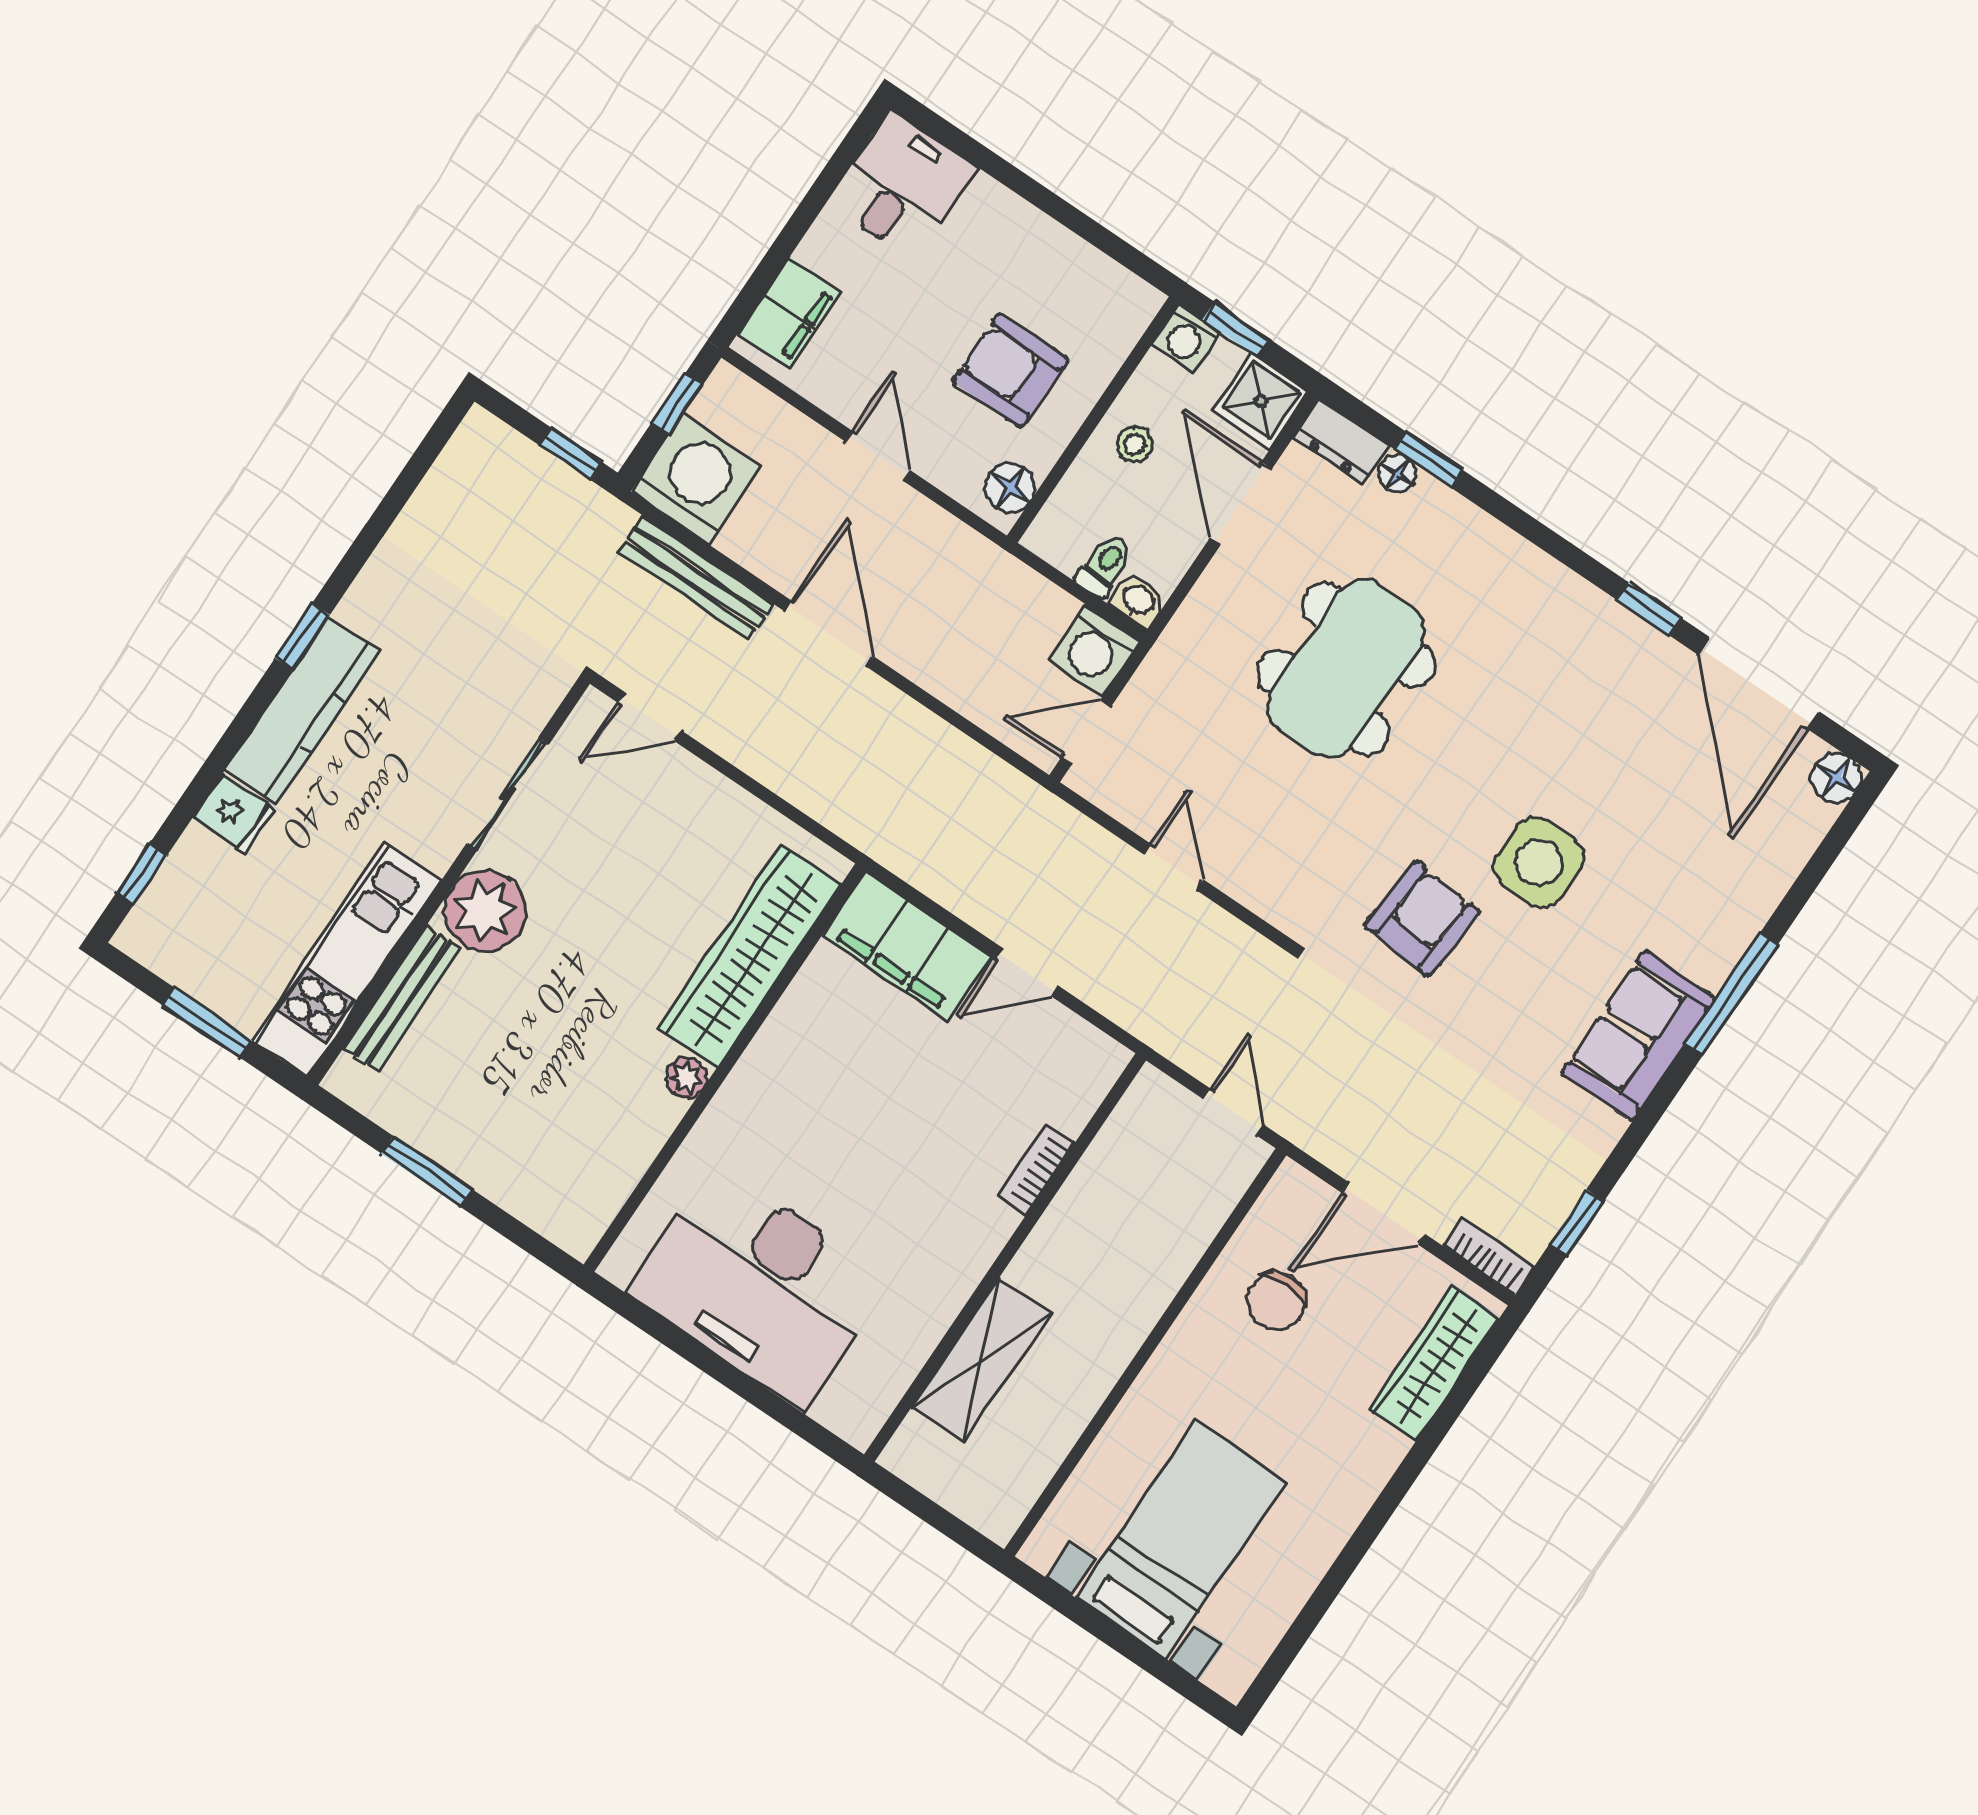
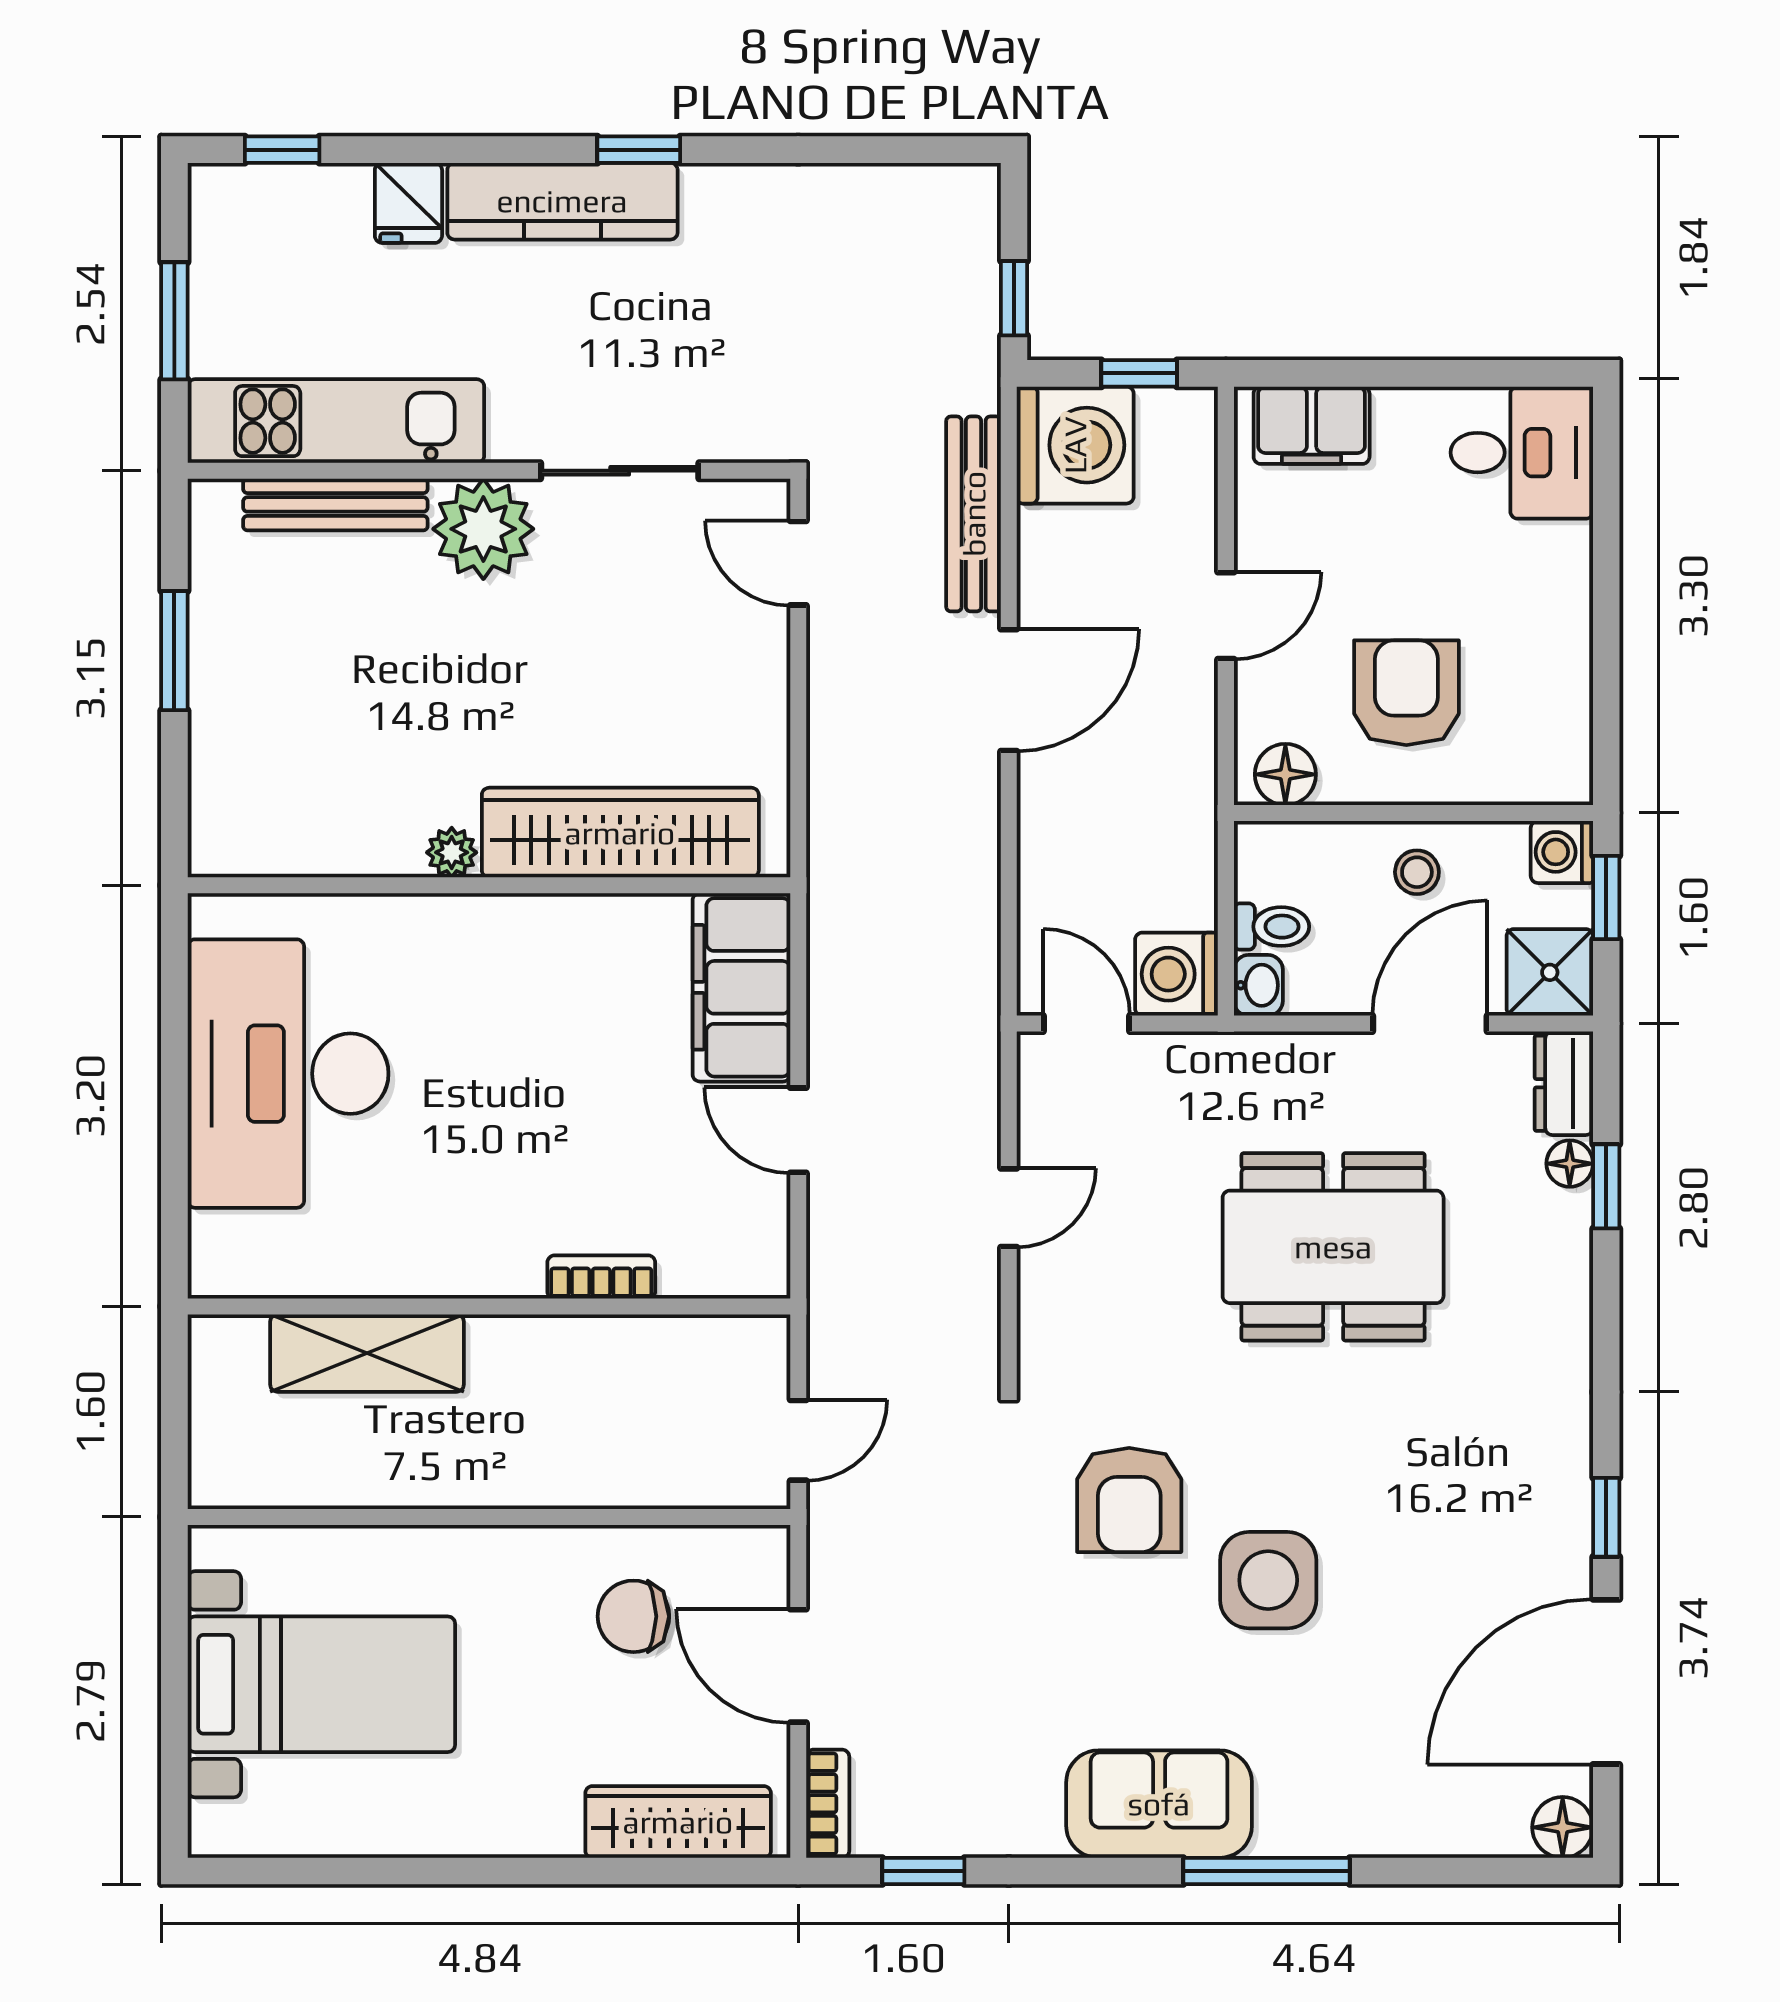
armchair: (1422, 919) -> (1129, 1500), turned 85

